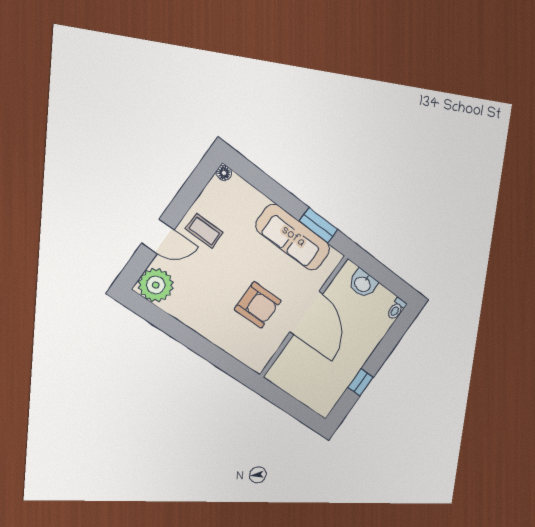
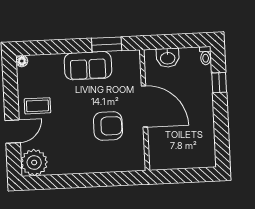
sofa: (293, 237) -> (88, 66), width x0.73
window: (361, 382) -> (219, 83), moved

